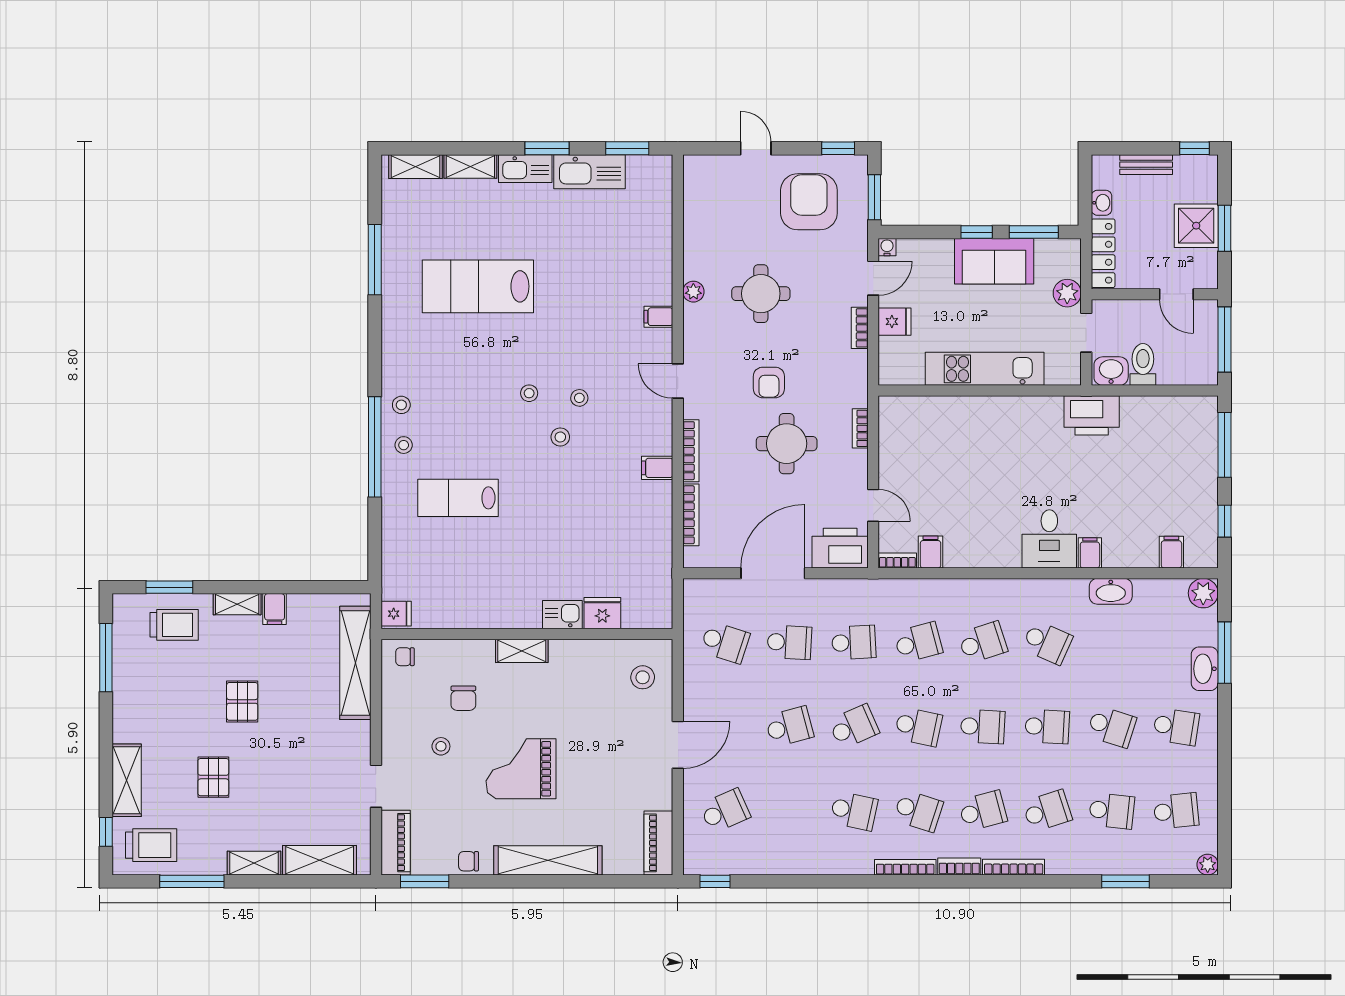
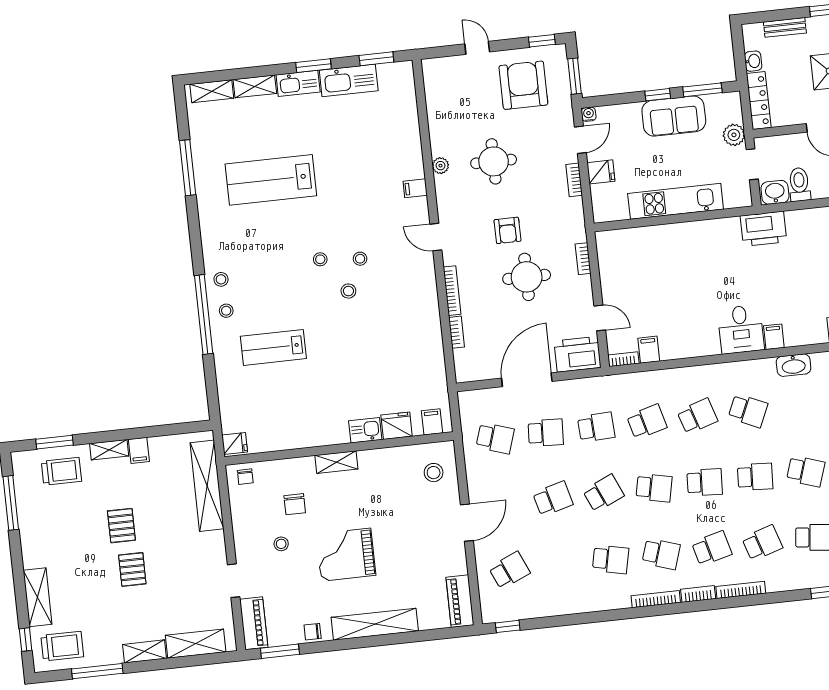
filing cabinet: (657, 468) -> (432, 422), moved, turned 90
bookcase: (691, 515) -> (457, 332), width x0.64
chair: (405, 657) -> (245, 477), turned -90
pallet: (213, 777) -> (132, 569), moved

